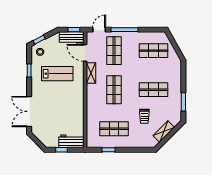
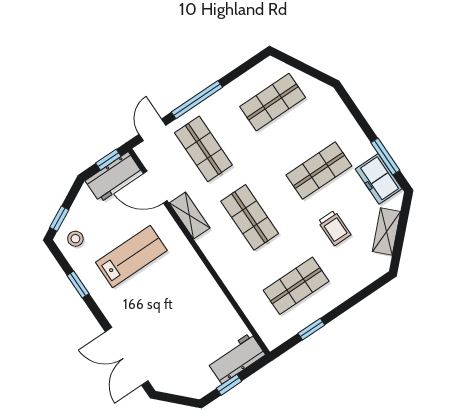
freezer: (175, 109) -> (379, 179), added

